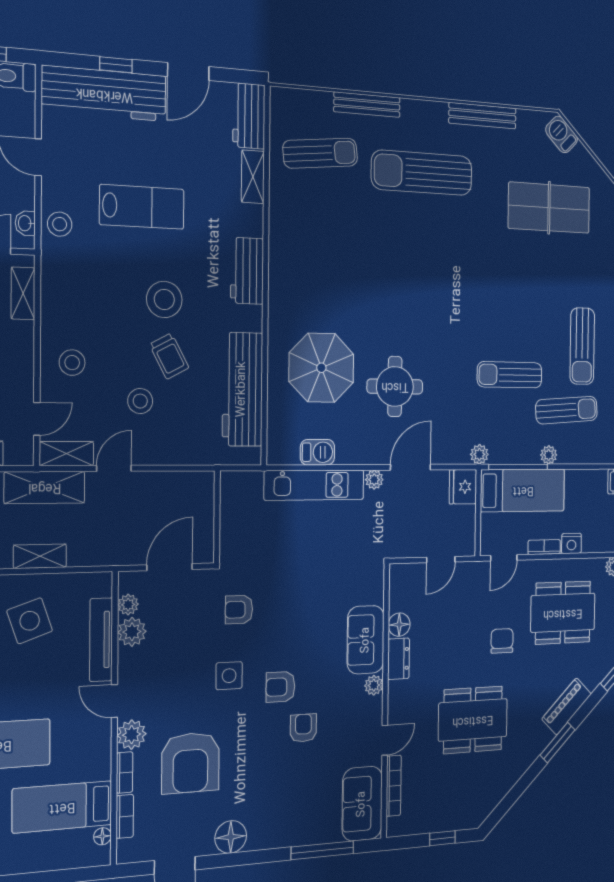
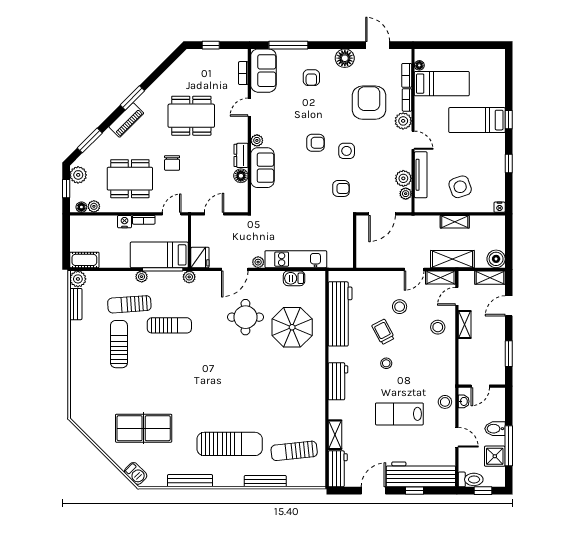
shelving: (23, 293) -> (465, 325), moved
stool: (164, 299) -> (386, 363), width x0.53, depth x0.53
armchair: (303, 728) -> (311, 78), moved
bookcase: (394, 786) -> (243, 73), width x0.64

